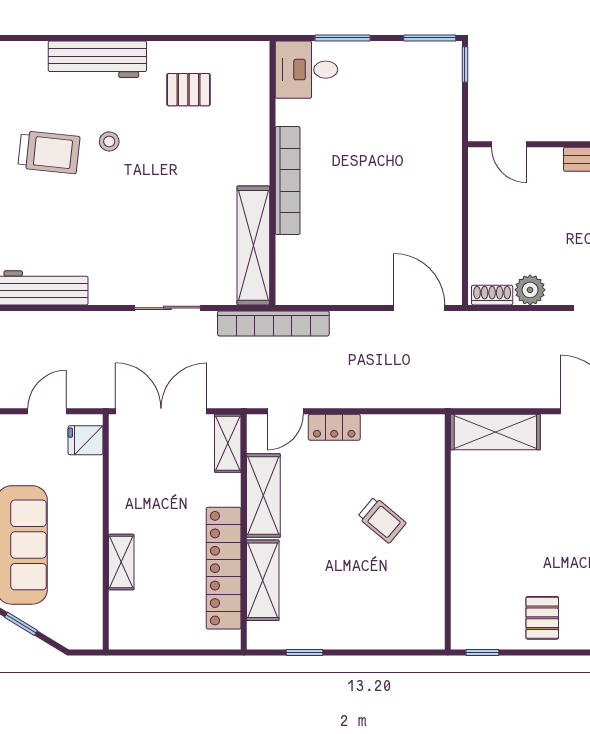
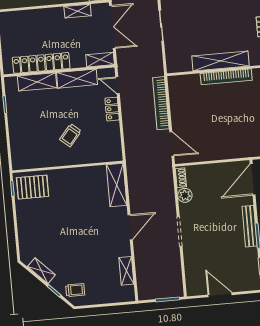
door: (509, 144) -> (253, 179), width x1.88
shelving: (253, 245) -> (221, 61), moved
door: (419, 308) -> (172, 144), hinge flipped
bookcase: (273, 323) -> (161, 103), moved
shelving: (121, 562) -> (78, 11), moved
pallet: (542, 618) -> (33, 187), moved, width x1.50, depth x1.42

